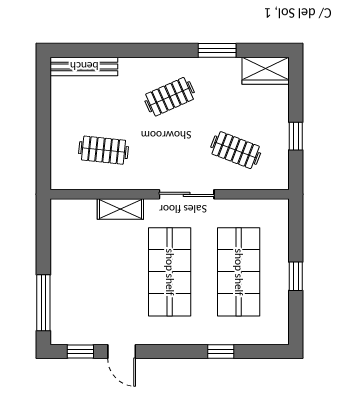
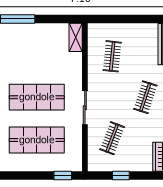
clothes rail: (170, 97) -> (145, 97), turned 42
shelving: (120, 209) -> (76, 37), moved
window: (296, 276) -> (63, 175), moved

